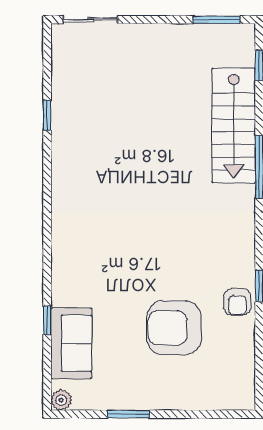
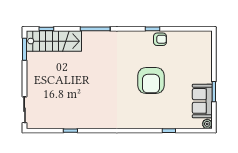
stairs: (234, 126) -> (54, 41), moved
armchair: (174, 328) -> (151, 80), moved
sofa: (71, 343) -> (202, 101), moved, turned -90

